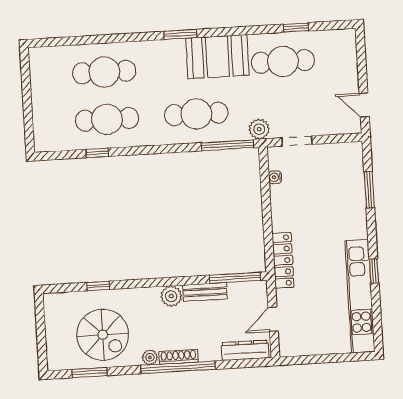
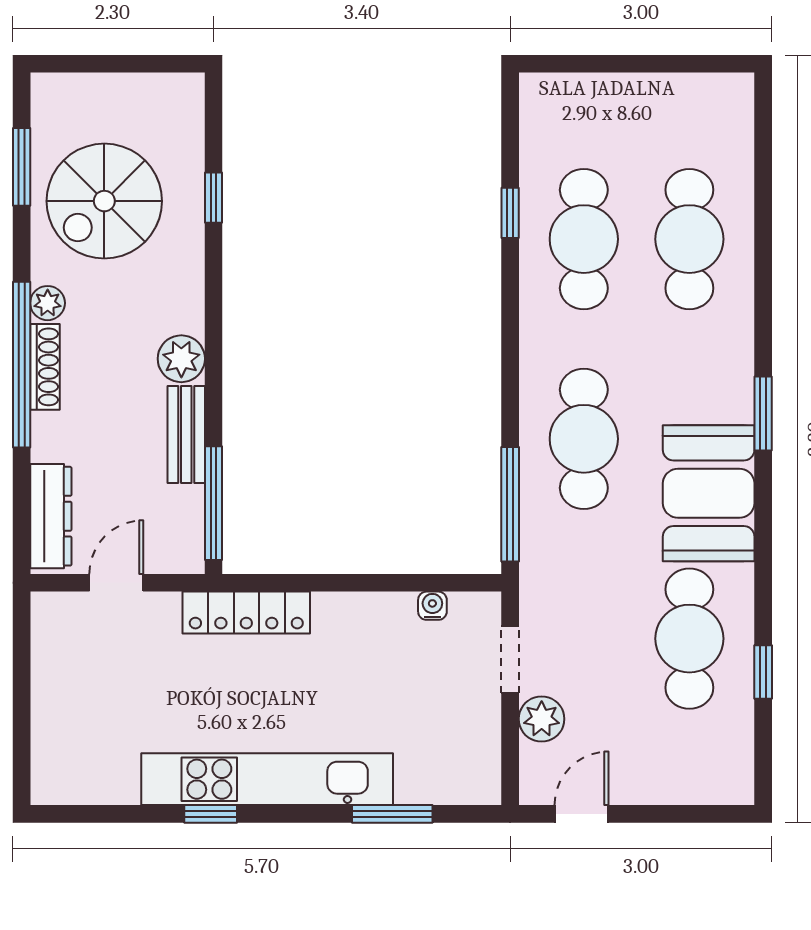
plant: (259, 129) -> (542, 719), moved
kitchen unit: (360, 296) -> (267, 779), moved
door: (273, 319) -> (116, 583), hinge flipped

